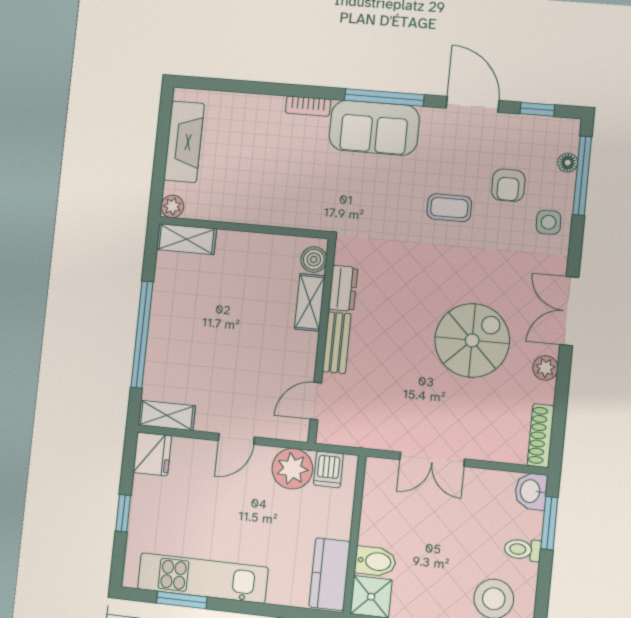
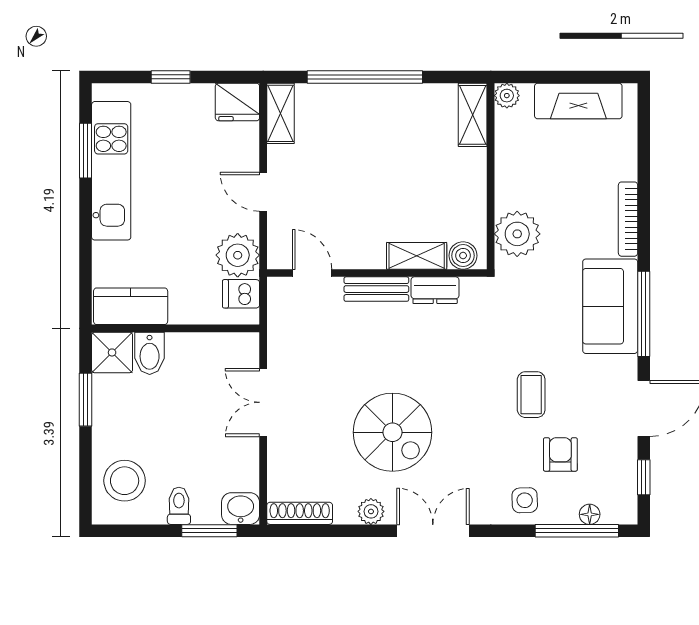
bookcase: (308, 106) -> (628, 219), width x1.56
armchair: (508, 185) -> (560, 454), turned 90
plant: (299, 208) -> (517, 234), added

